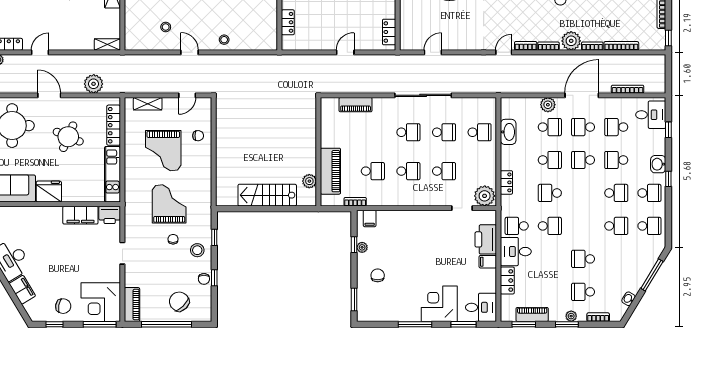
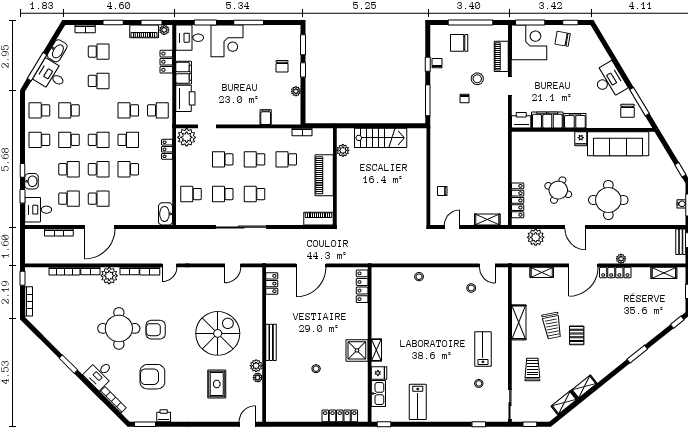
locker: (288, 22) -> (362, 286), width x1.53
shelving: (107, 44) -> (542, 272), moved
door: (40, 52) -> (583, 265), width x1.88
door: (190, 52) -> (487, 265), moved
door: (345, 52) -> (311, 265), width x1.88
piano: (356, 105) -> (318, 219), moved
plant: (548, 105) -> (130, 219), removed
school desk: (550, 127) -> (99, 140), moved, turned 180
washbasin: (508, 132) -> (165, 214), moved
grand piano: (163, 151) -> (473, 178), removed
washbasin: (658, 164) -> (32, 181), moved
piano: (330, 171) -> (324, 175), moved
kitchen unit: (112, 174) -> (519, 157), removed
window: (668, 179) -> (22, 170), moved
fridge: (49, 192) -> (581, 139), width x0.53, depth x0.75
grand piano: (169, 204) -> (468, 130), removed
filing cabinet: (370, 218) -> (266, 117), moved
window: (214, 237) -> (428, 100), width x2.17
window: (354, 245) -> (303, 70), moved
stool: (197, 250) -> (477, 79), moved
desk: (516, 252) -> (51, 75), moved, turned -149
filing cabinet: (488, 262) -> (184, 73), width x2.00
filing cabinet: (22, 290) -> (575, 121), moved, turned 121
washbasin: (628, 299) -> (57, 51), width x1.91, depth x1.45
chair: (179, 302) -> (459, 43), turned 134
piano: (132, 305) -> (501, 56), moved
plant: (571, 316) -> (164, 30), moved

